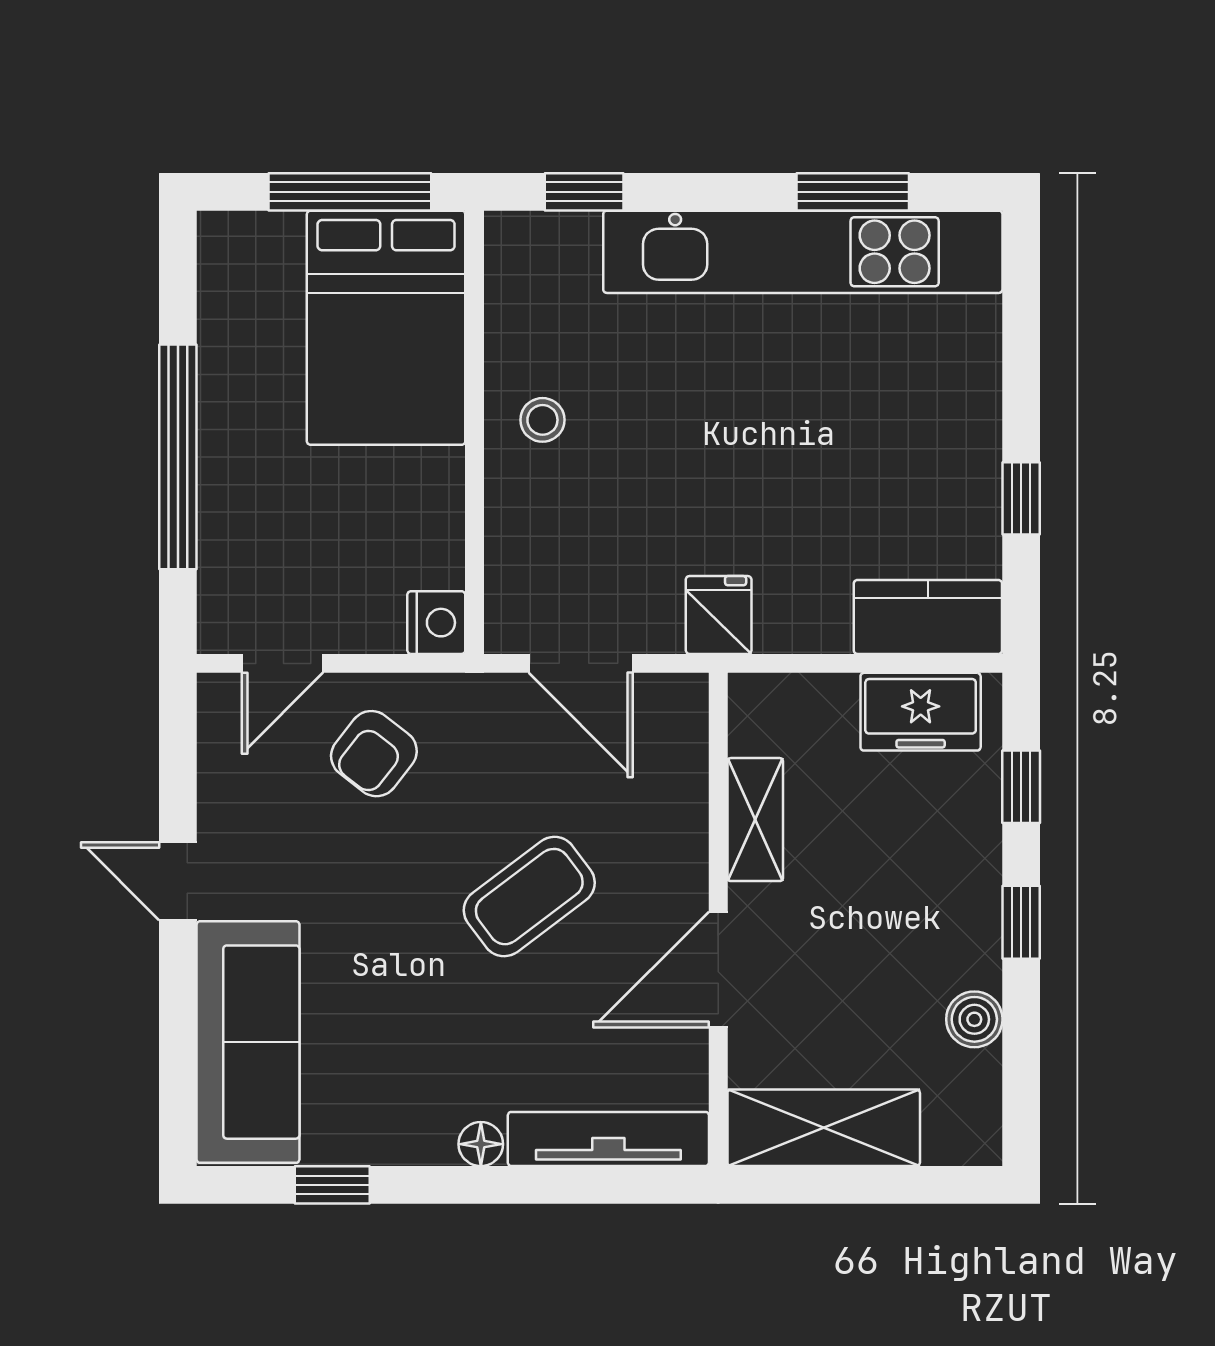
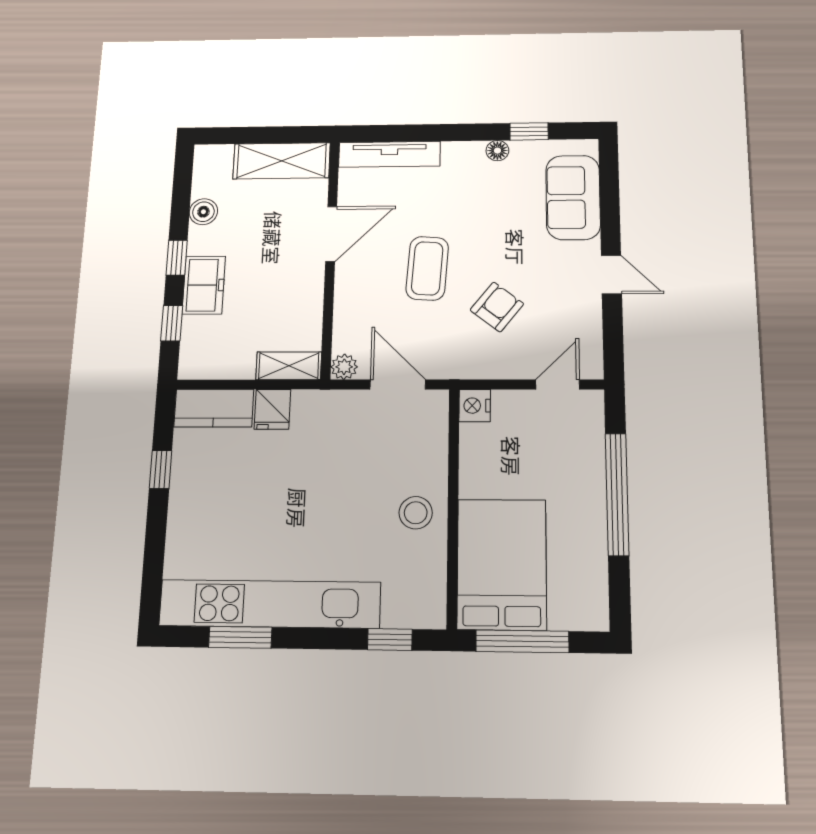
stool: (542, 420) -> (416, 513), width x1.37, depth x1.37
fridge: (719, 615) -> (272, 409), moved
plant: (683, 698) -> (344, 367), added
freezer: (921, 712) -> (204, 285), moved, turned 90
armchair: (374, 754) -> (497, 307), moved
shelving: (755, 820) -> (289, 366), moved, turned 90
coffee table: (529, 897) -> (427, 268), turned -49
sofa: (248, 1042) -> (573, 197), width x0.73
floor lamp: (481, 1144) -> (497, 151), moved

